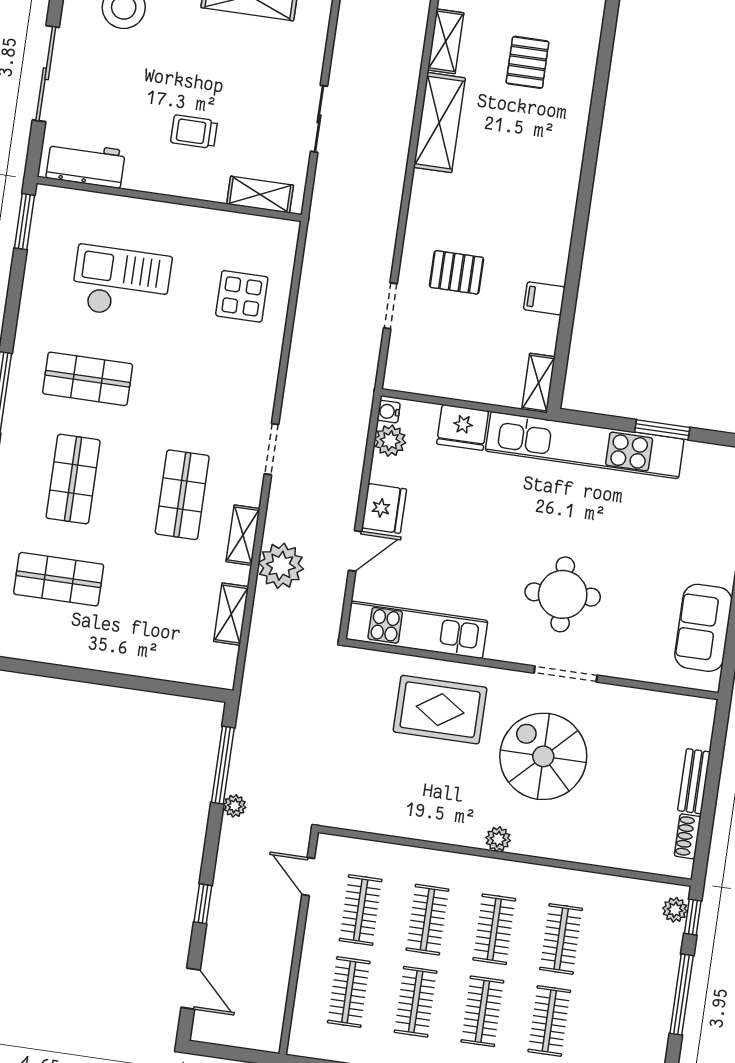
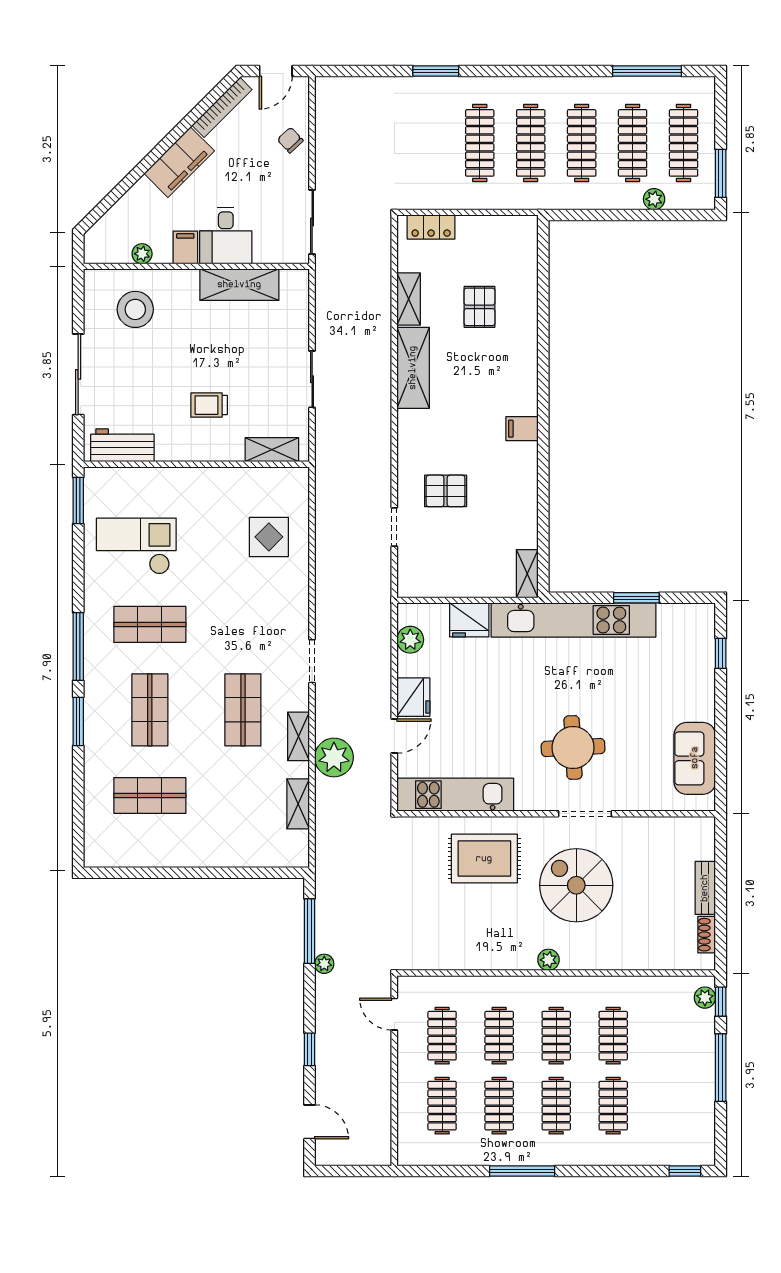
checkout: (121, 283) -> (136, 546), moved
filing cabinet: (544, 298) -> (522, 429), moved
water cooler: (389, 412) -> (406, 616), removed

